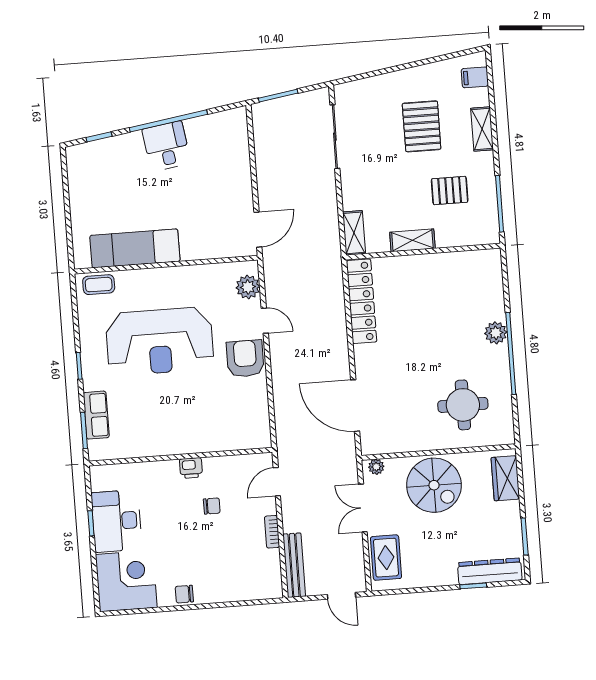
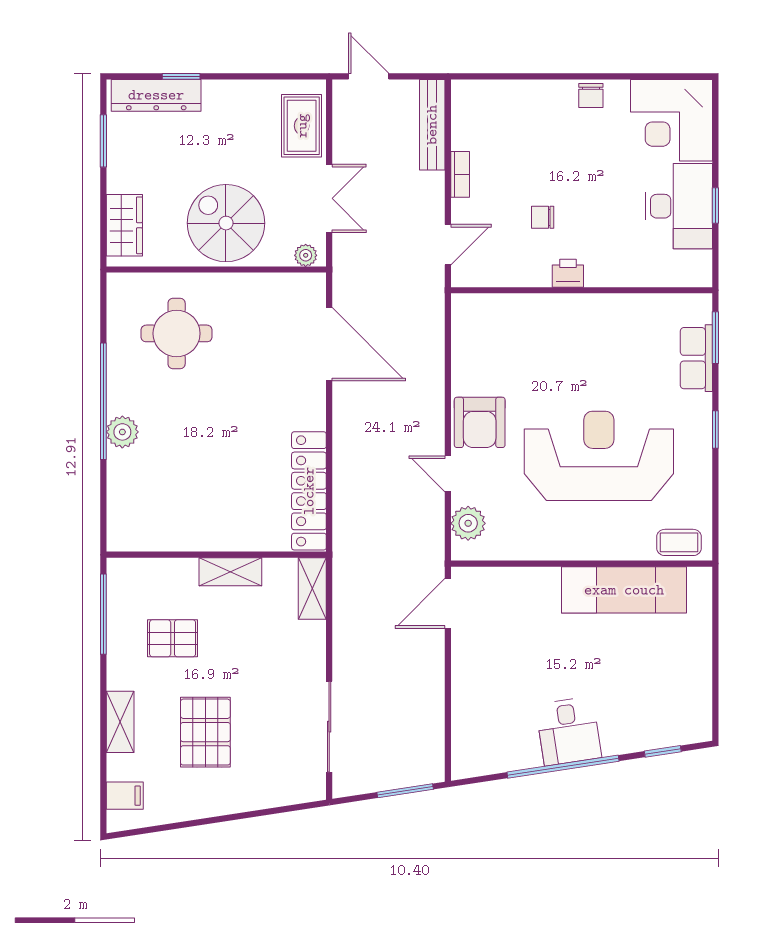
chair: (184, 594) -> (591, 95), turned 90

